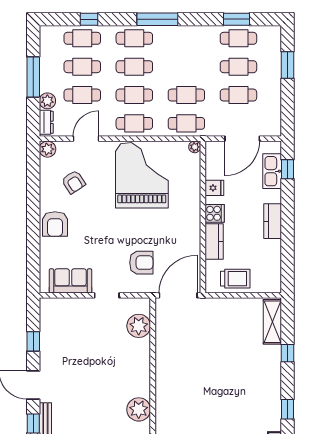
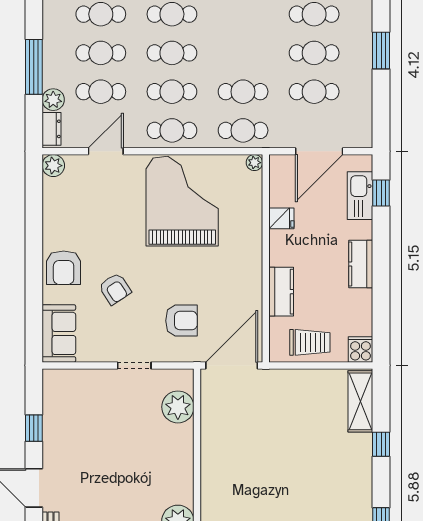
armchair: (74, 182) -> (115, 289), moved
cooker: (215, 213) -> (361, 349), moved, turned -90
sofa: (71, 281) -> (59, 333), moved, turned 90

